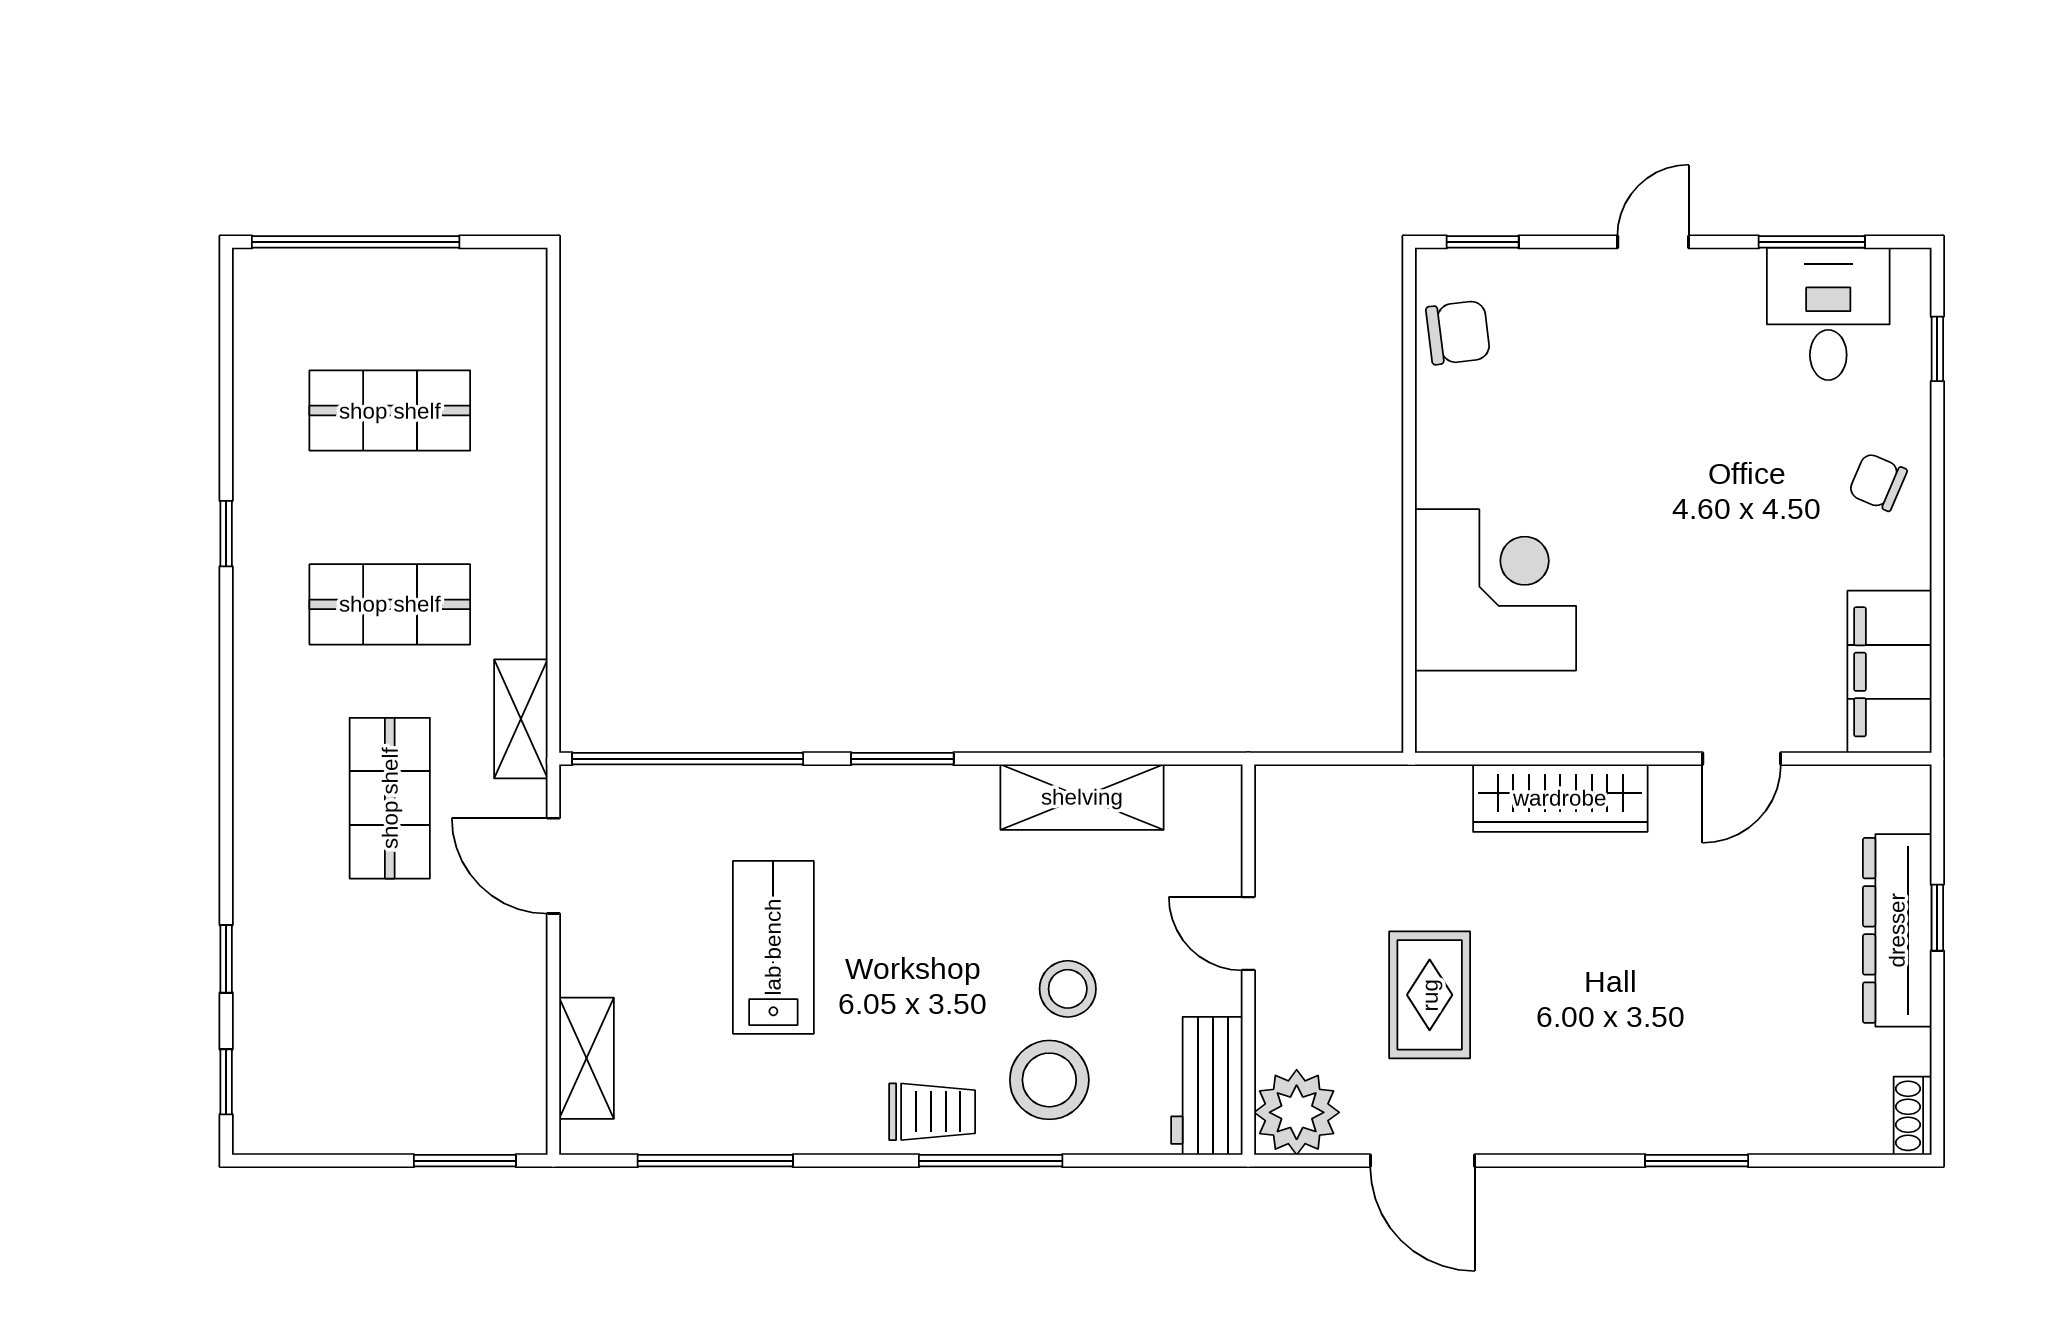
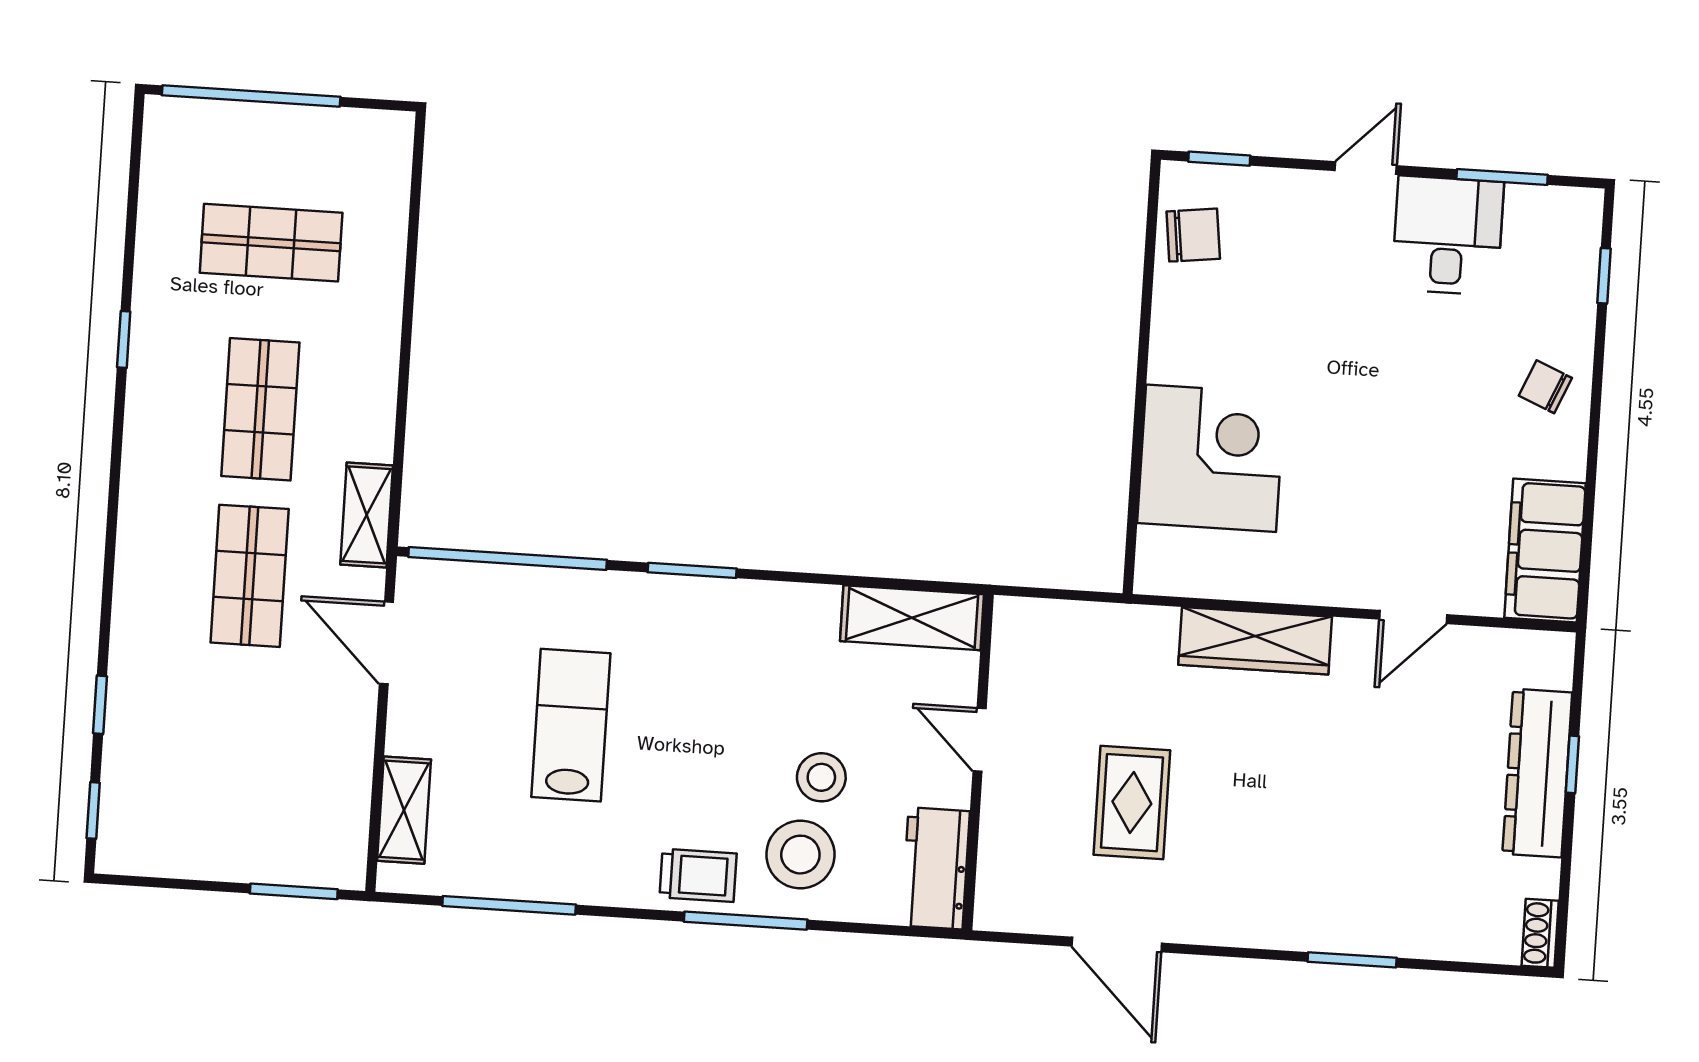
desk: (1828, 314) -> (1448, 235), moved
shop shelf: (390, 604) -> (260, 409), turned 90
shelving: (1082, 797) -> (912, 618), moved
plant: (1297, 1112) -> (1011, 896), removed

